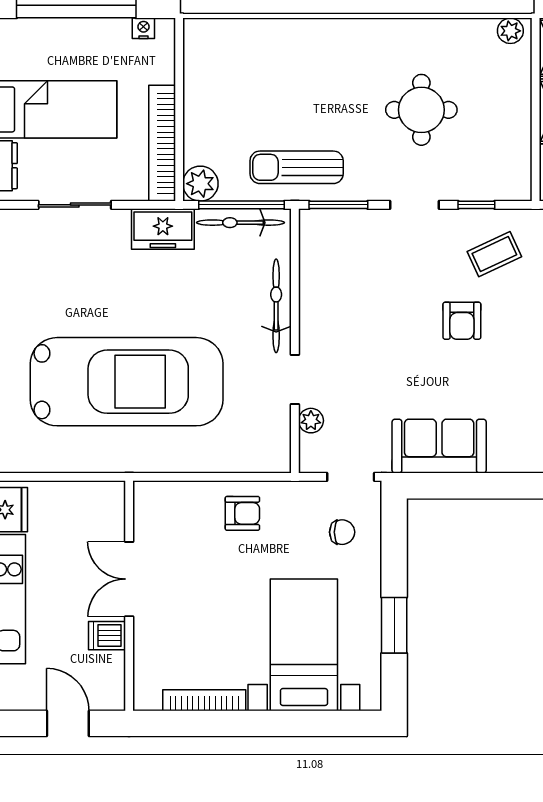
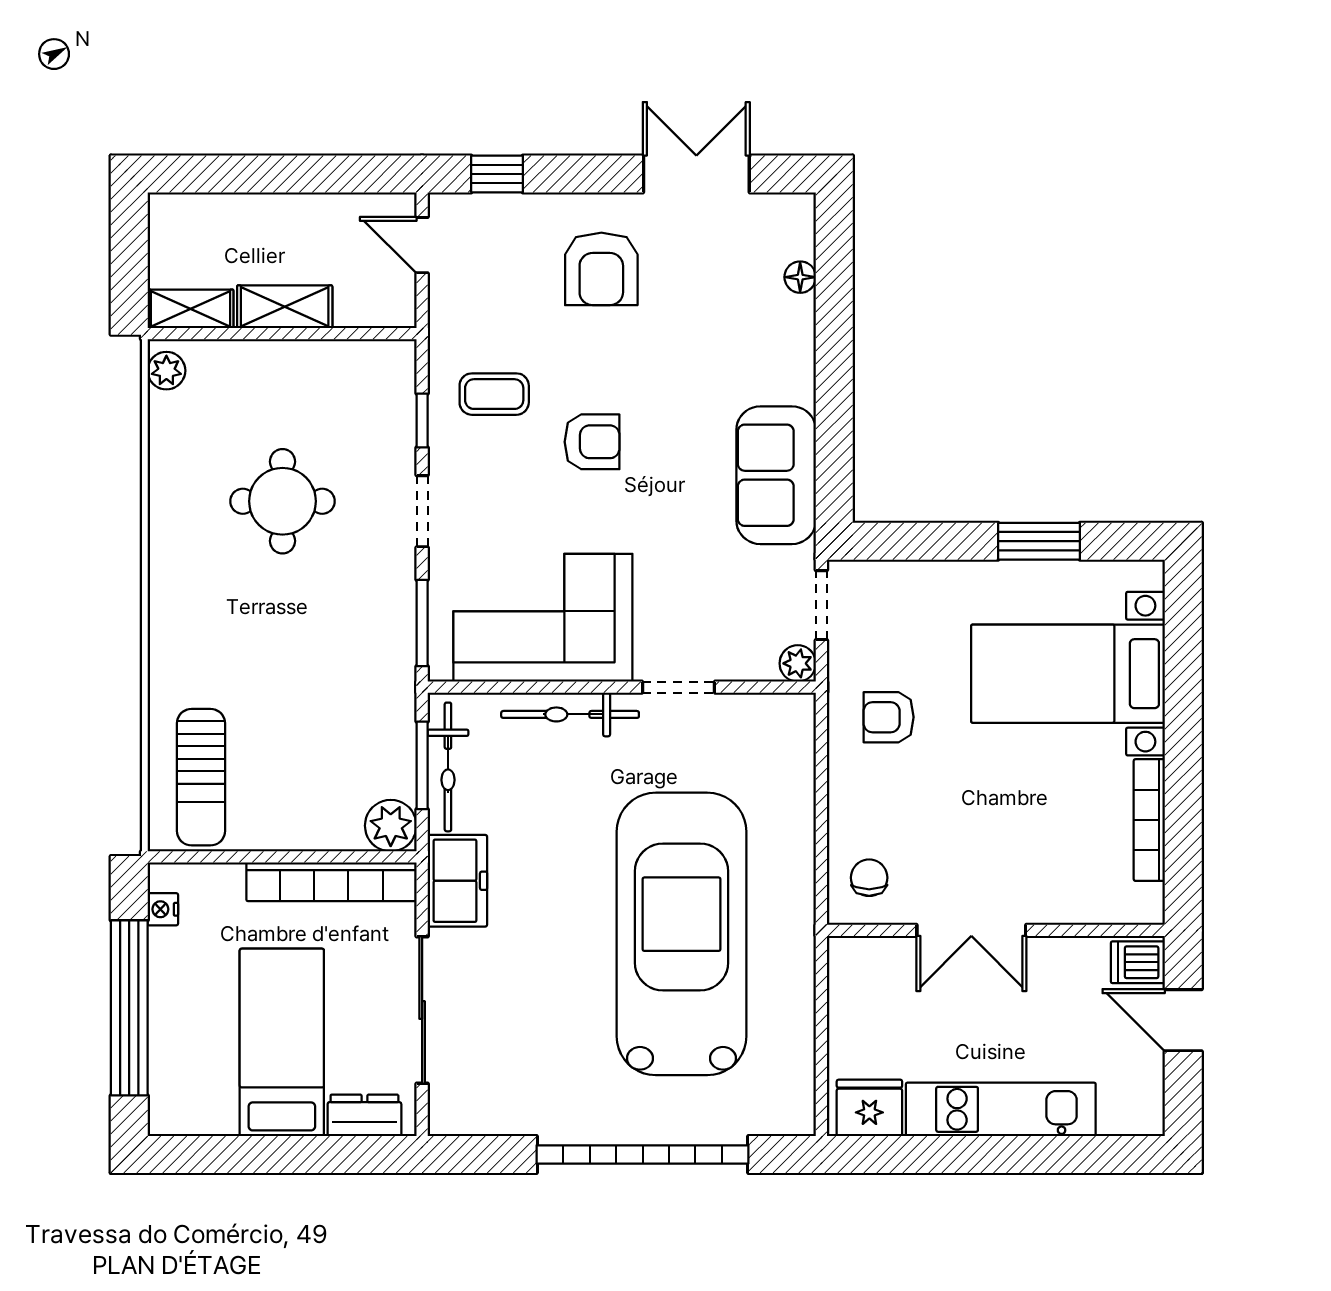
sun lounger: (297, 167) -> (201, 777), moved
sliding door: (75, 205) -> (422, 1010), width x1.37
window: (241, 205) -> (422, 765), width x0.69
coffee table: (494, 254) -> (494, 394), turned -65
corner sofa: (342, 287) -> (543, 618), added
plant: (311, 421) -> (798, 663), moved
armchair: (242, 513) -> (889, 717), moved, turned -90
chair: (342, 532) -> (869, 878), moved
dishwasher: (107, 636) -> (1138, 962), moved, turned 90
door: (68, 723) -> (1183, 1020), hinge flipped

